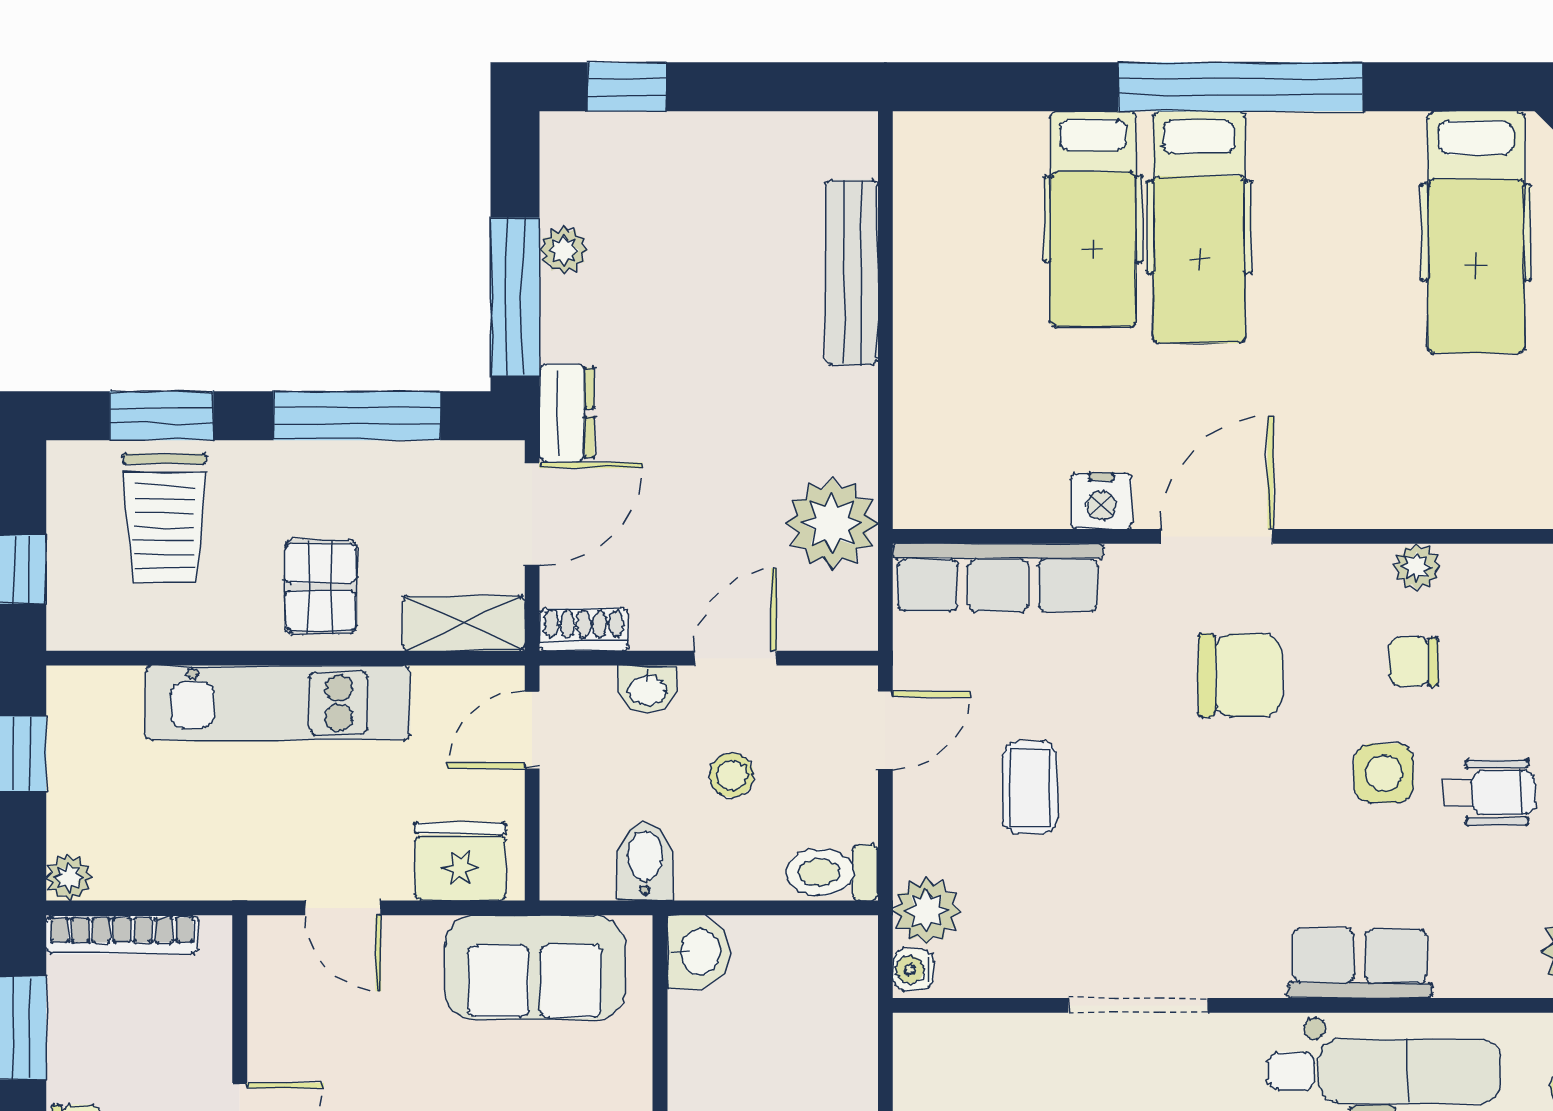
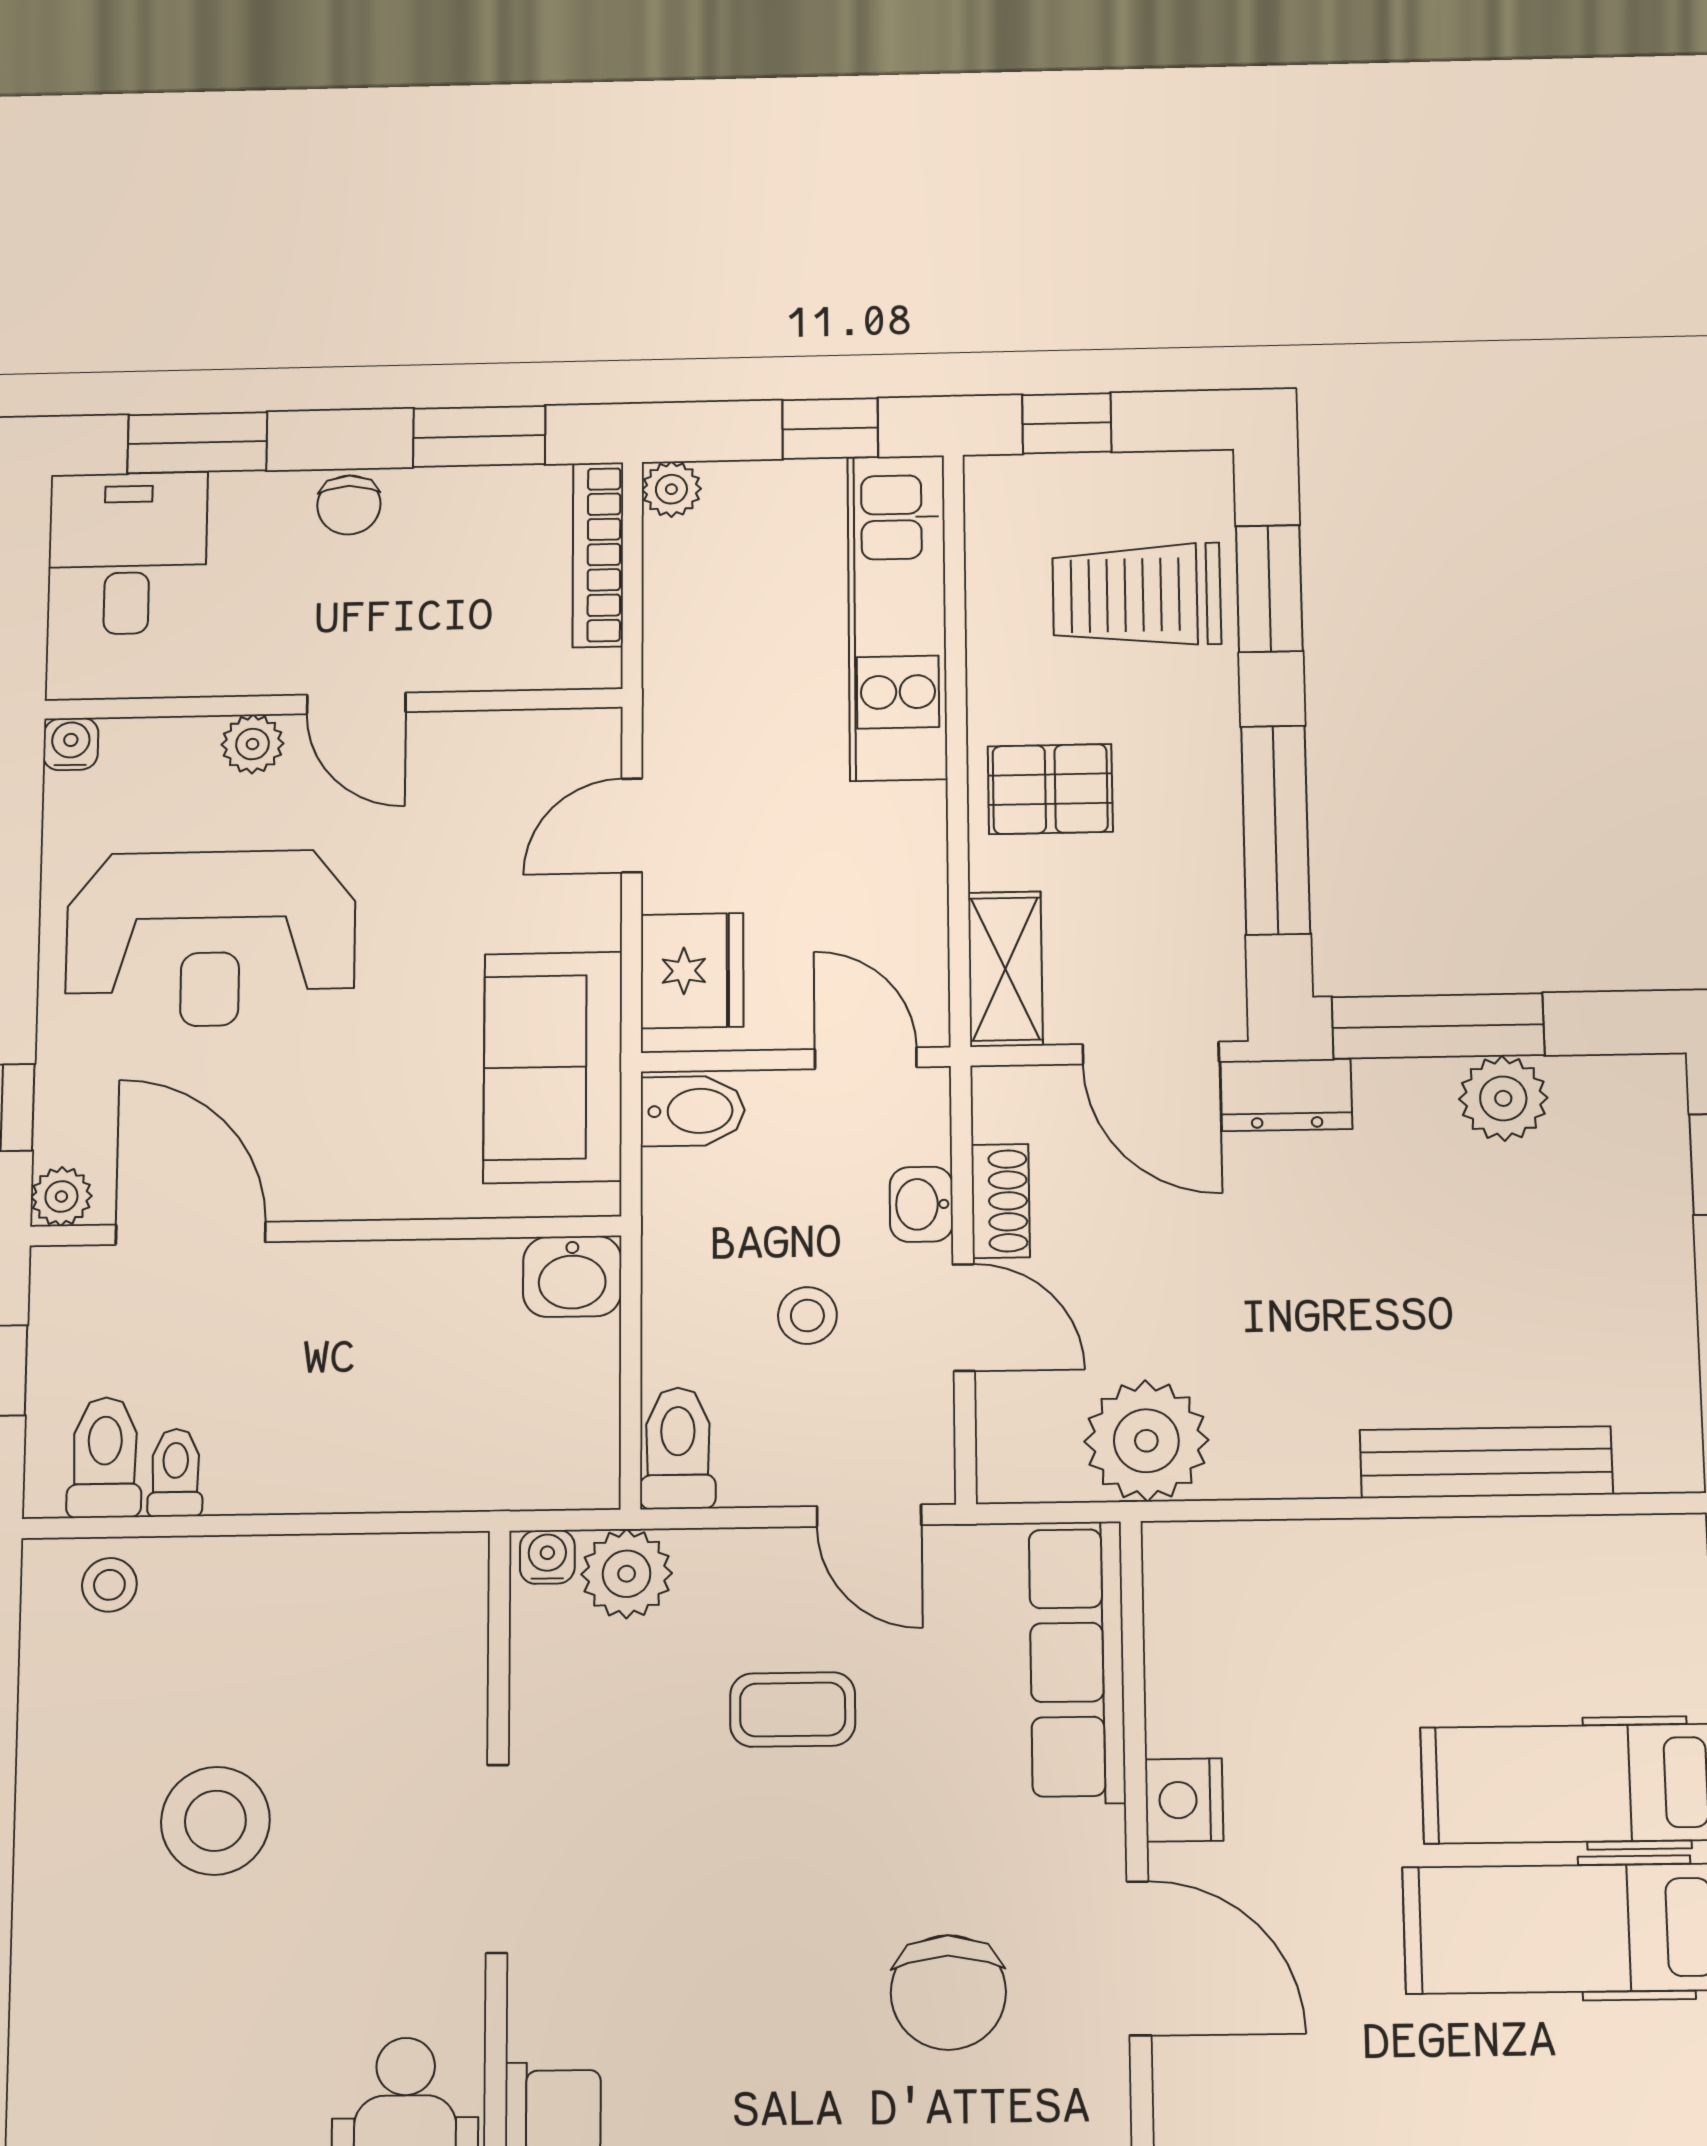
plant: (564, 250) -> (1503, 1098), width x1.38, depth x1.38
shoe rack: (584, 629) -> (1001, 1201), moved
kitchen unit: (278, 703) -> (897, 617), moved
bidet: (645, 861) -> (693, 1111), moved

